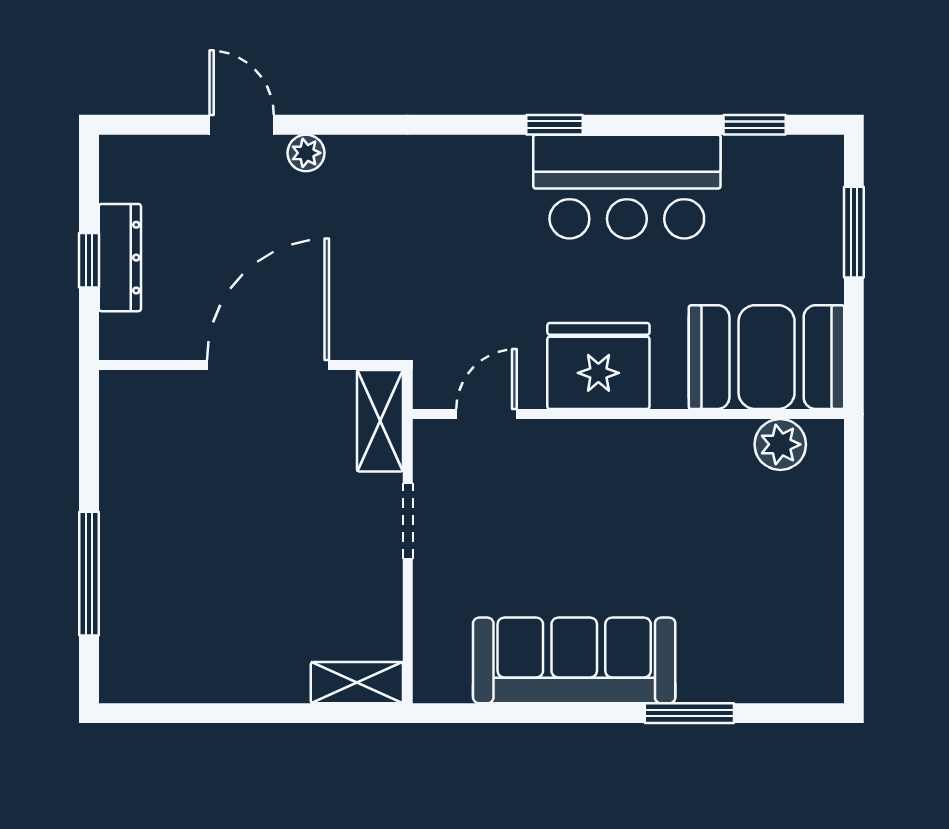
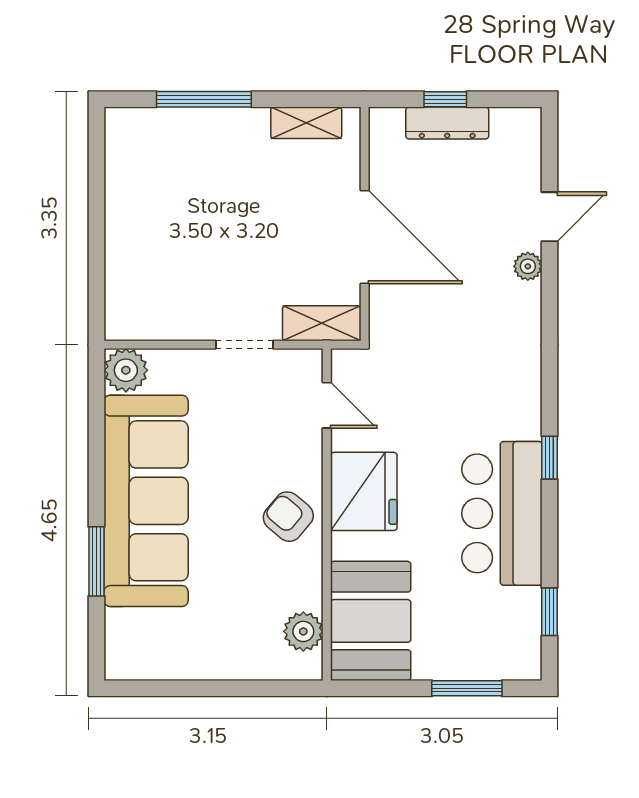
armchair: (631, 464) -> (288, 517), added
sofa: (574, 660) -> (146, 501), width x1.36, depth x1.27
plant: (441, 675) -> (126, 370), added
shelving: (357, 683) -> (306, 123), moved, turned 90

